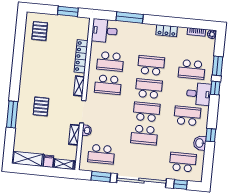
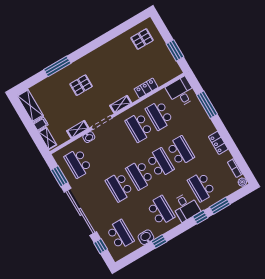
locker: (81, 56) -> (146, 88), width x0.66
school desk: (147, 112) -> (140, 175), turned 180

